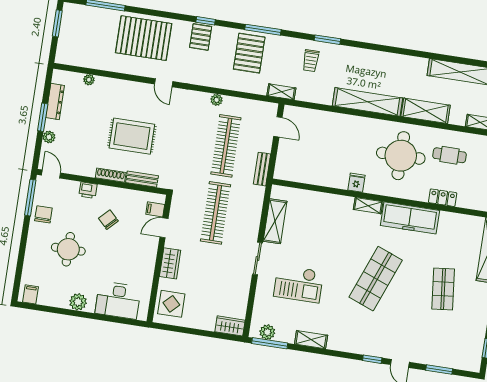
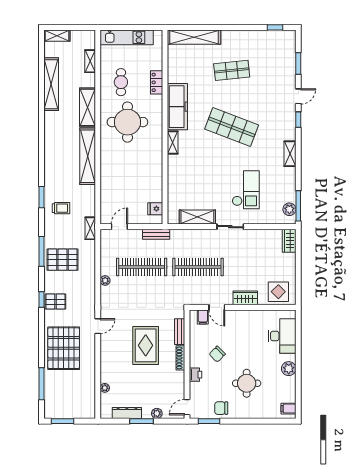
fridge: (356, 183) -> (155, 209), moved
window: (30, 198) -> (209, 421), width x0.69
shelving: (311, 340) -> (290, 154), moved

